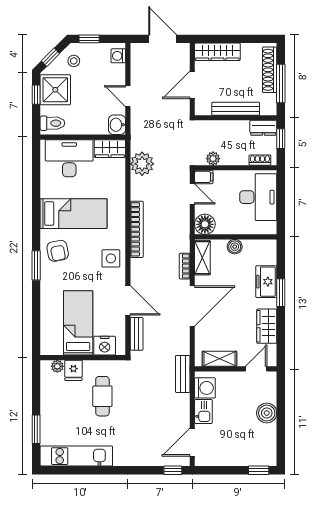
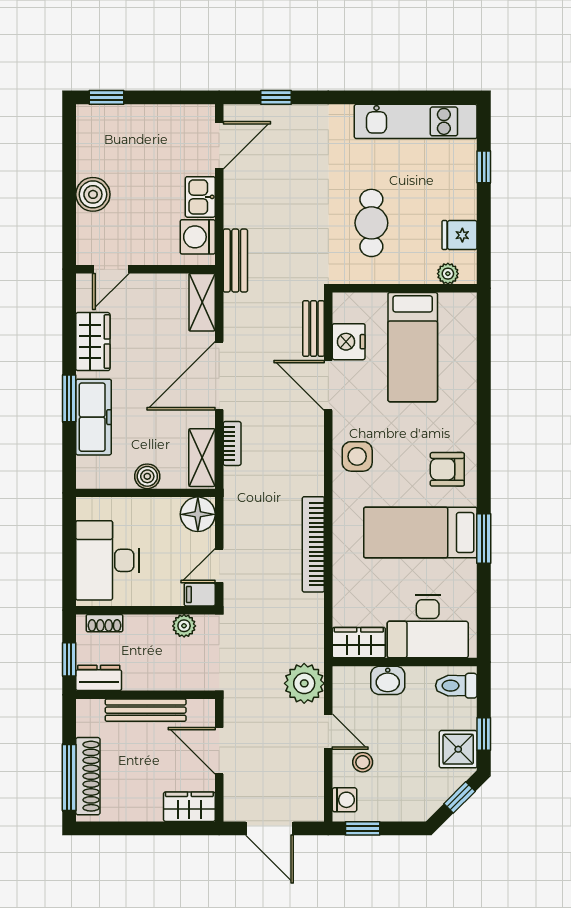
window: (89, 39) -> (363, 828), moved
wardrobe: (217, 52) -> (189, 807), width x0.67
stool: (74, 61) -> (363, 762), moved
window: (281, 83) -> (69, 777), moved
door: (192, 85) -> (219, 751), swing flipped
shower: (55, 90) -> (458, 749), width x0.73, depth x0.73
washbasin: (117, 125) -> (388, 680), moved, turned 90
plant: (142, 164) -> (304, 683), moved
door: (192, 194) -> (219, 566), hinge flipped
bookcase: (137, 229) -> (313, 544), moved
armchair: (58, 251) -> (447, 469), turned -79
window: (36, 265) -> (484, 538), moved
freezer: (266, 282) -> (94, 417), width x1.40
nightstand: (105, 346) -> (349, 342), moved, turned -90
shelving: (219, 359) -> (202, 302), moved, turned 90
fridge: (73, 370) -> (460, 235), moved, turned -90
window: (36, 429) -> (484, 167), width x0.67
window: (173, 470) -> (276, 97), moved

